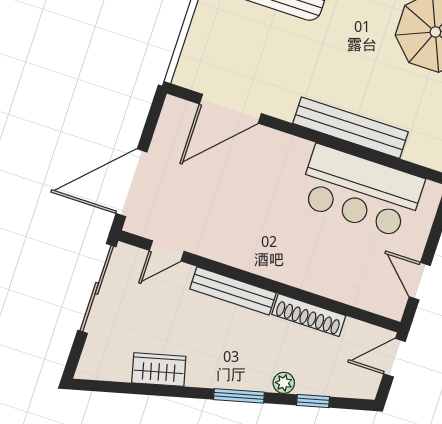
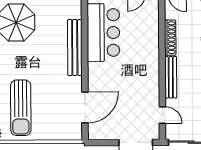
door: (230, 109) -> (85, 107), hinge flipped

